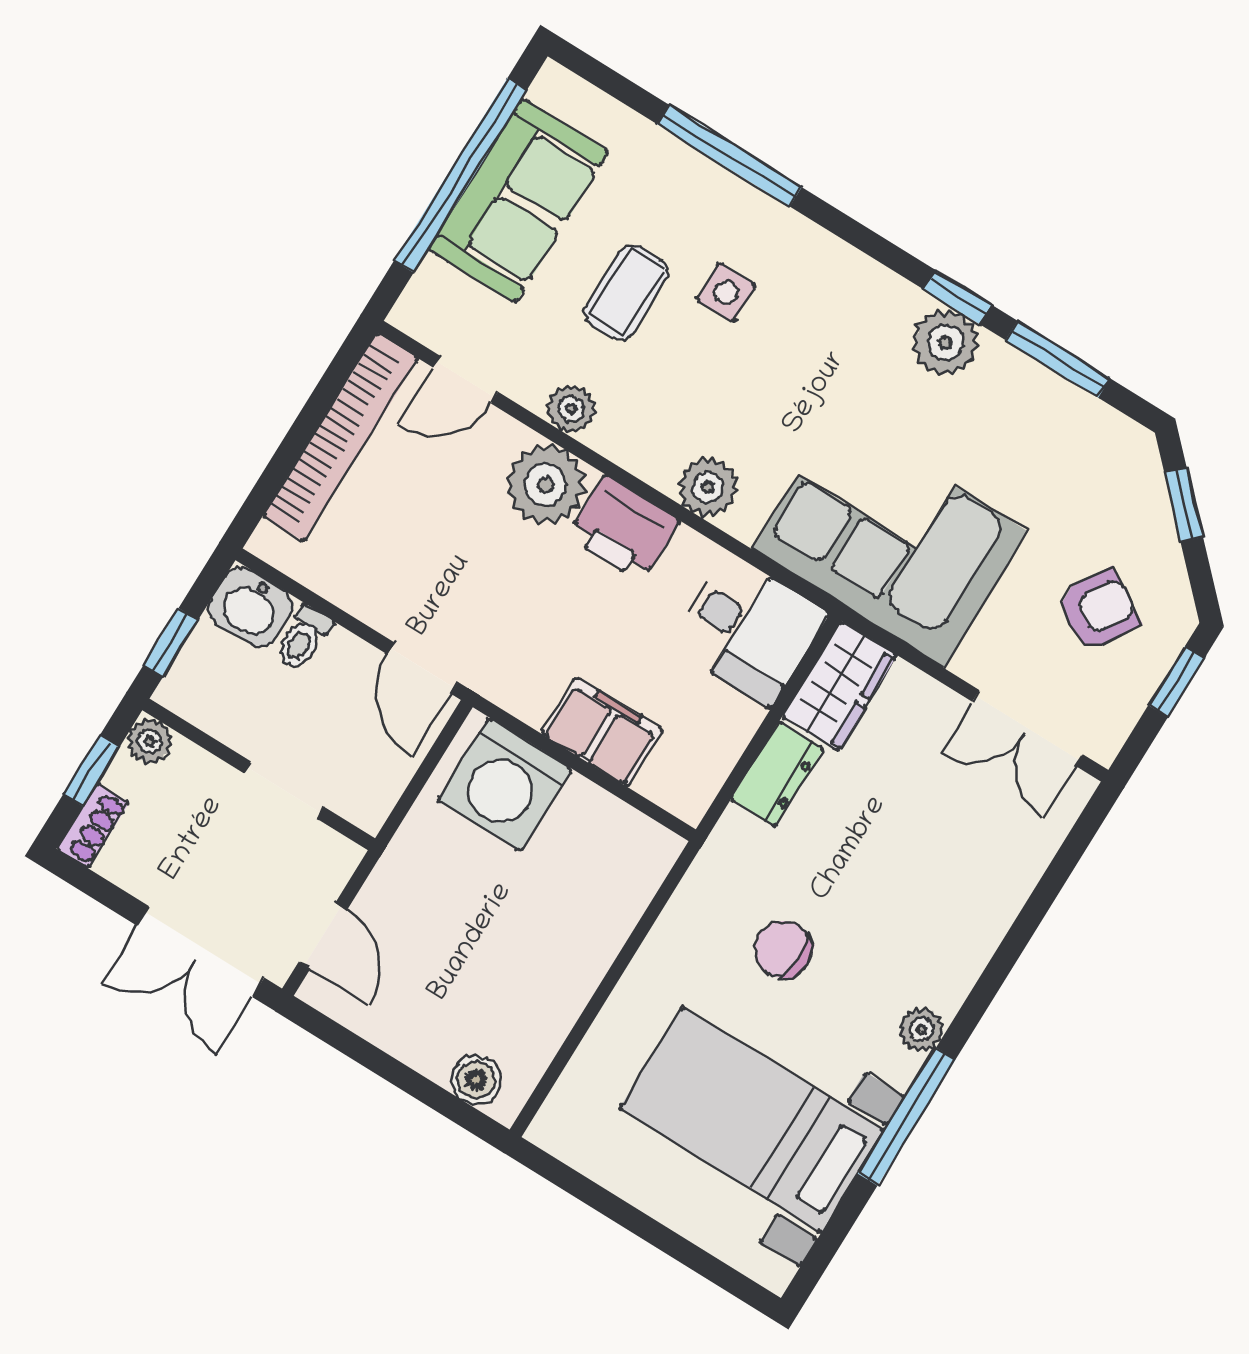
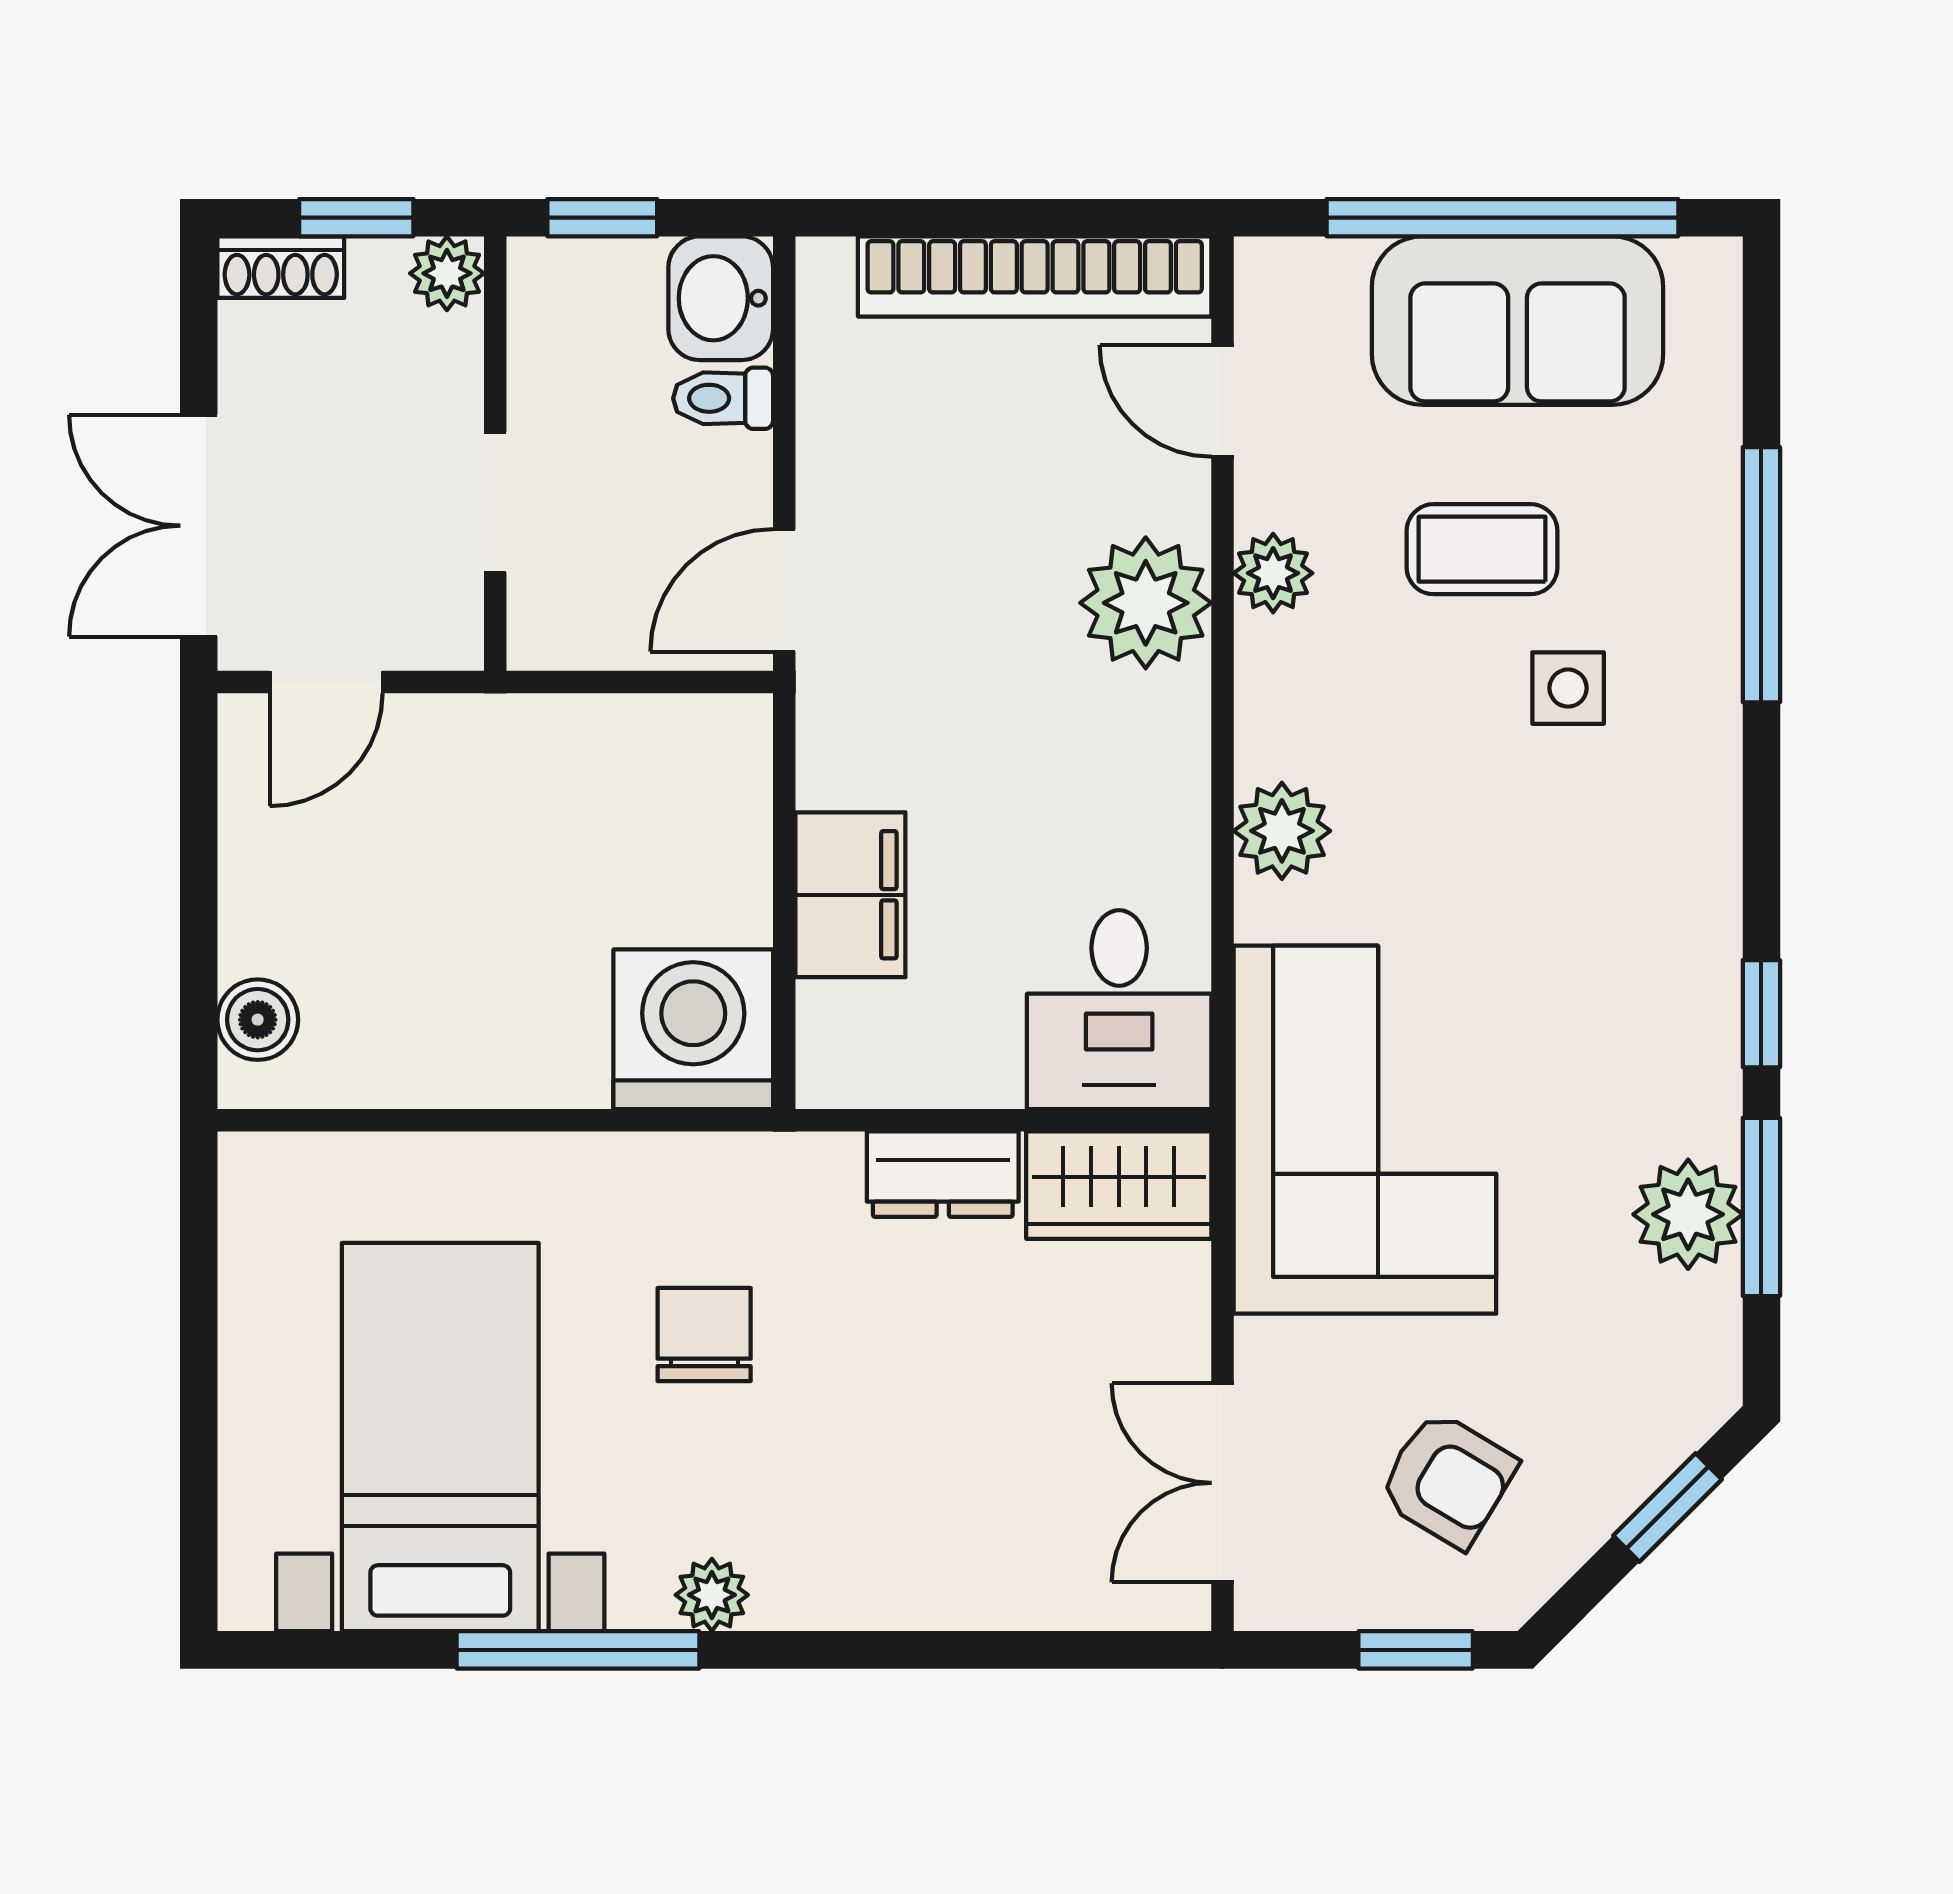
plant: (945, 342) -> (1688, 1214), moved
printer: (623, 529) -> (1151, 749), removed
washing machine: (505, 784) -> (693, 1029), moved, turned 90

